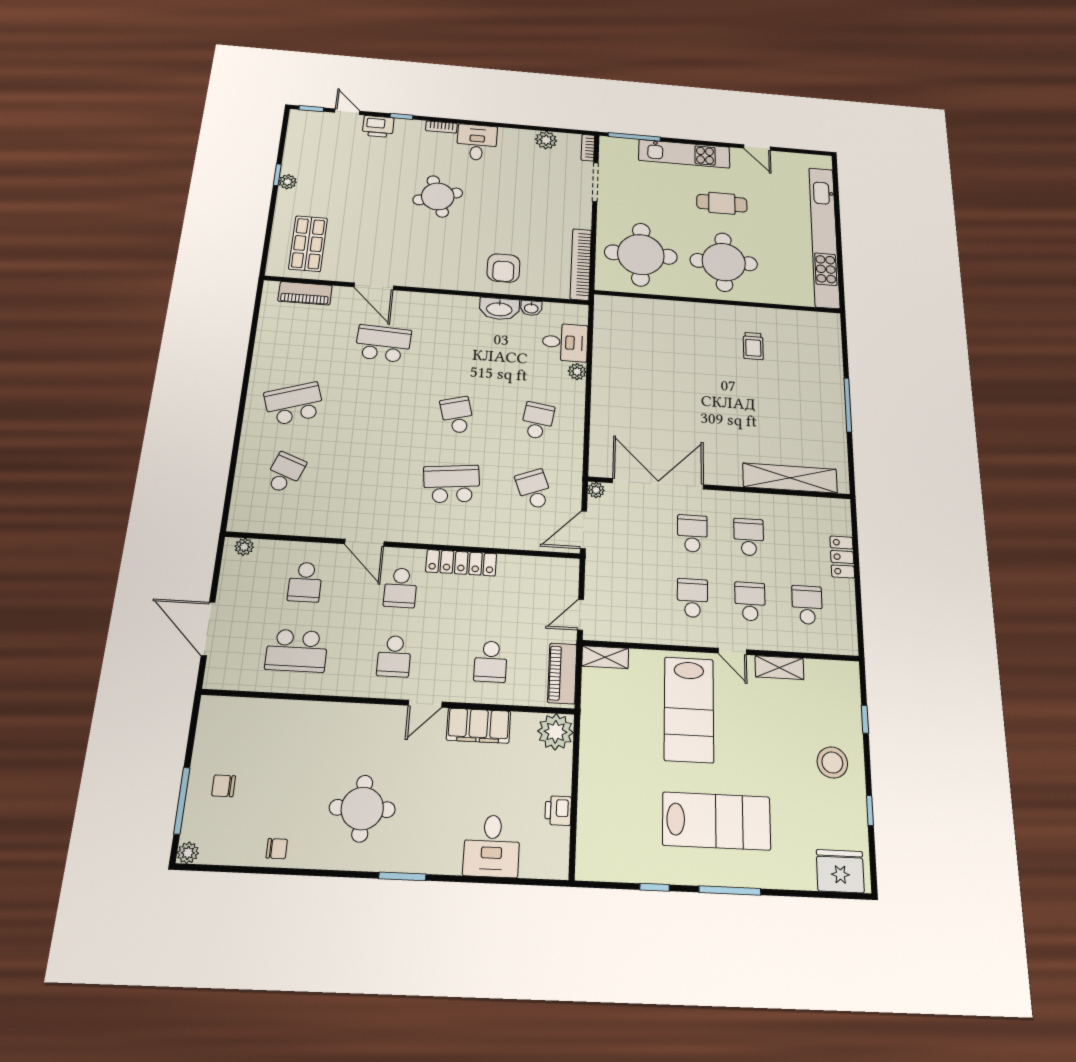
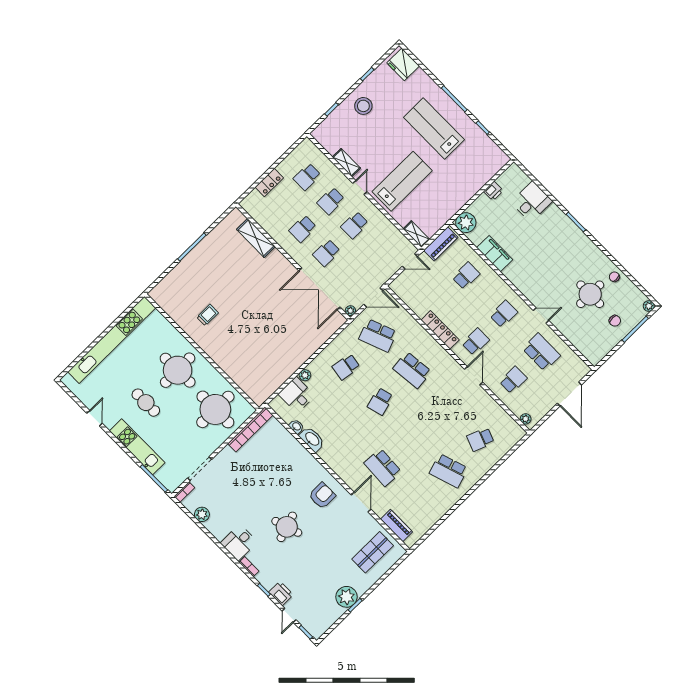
plant: (288, 182) -> (346, 597), width x1.88, depth x1.88
armchair: (503, 268) -> (322, 496), moved
shelving: (790, 478) -> (256, 238), width x0.68
school desk: (534, 489) -> (378, 335), width x1.85
door: (425, 704) -> (541, 316), moved
round table: (362, 808) -> (590, 294), moved

